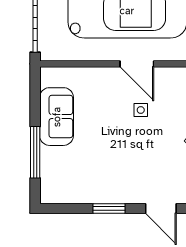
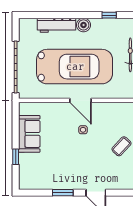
window: (35, 152) -> (16, 157), width x0.46

